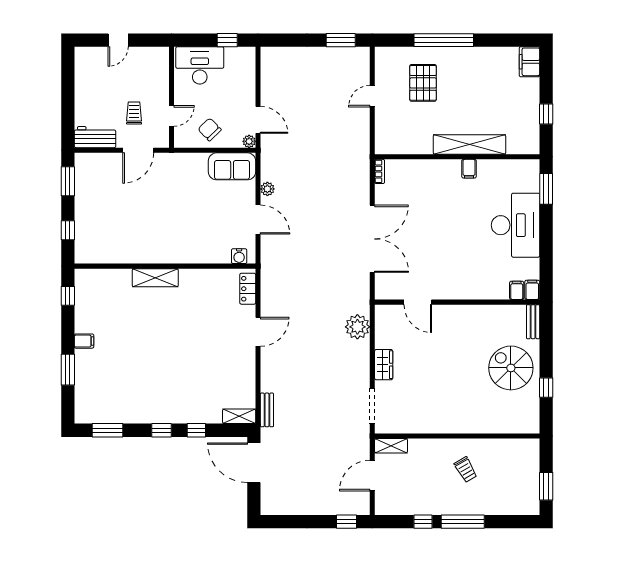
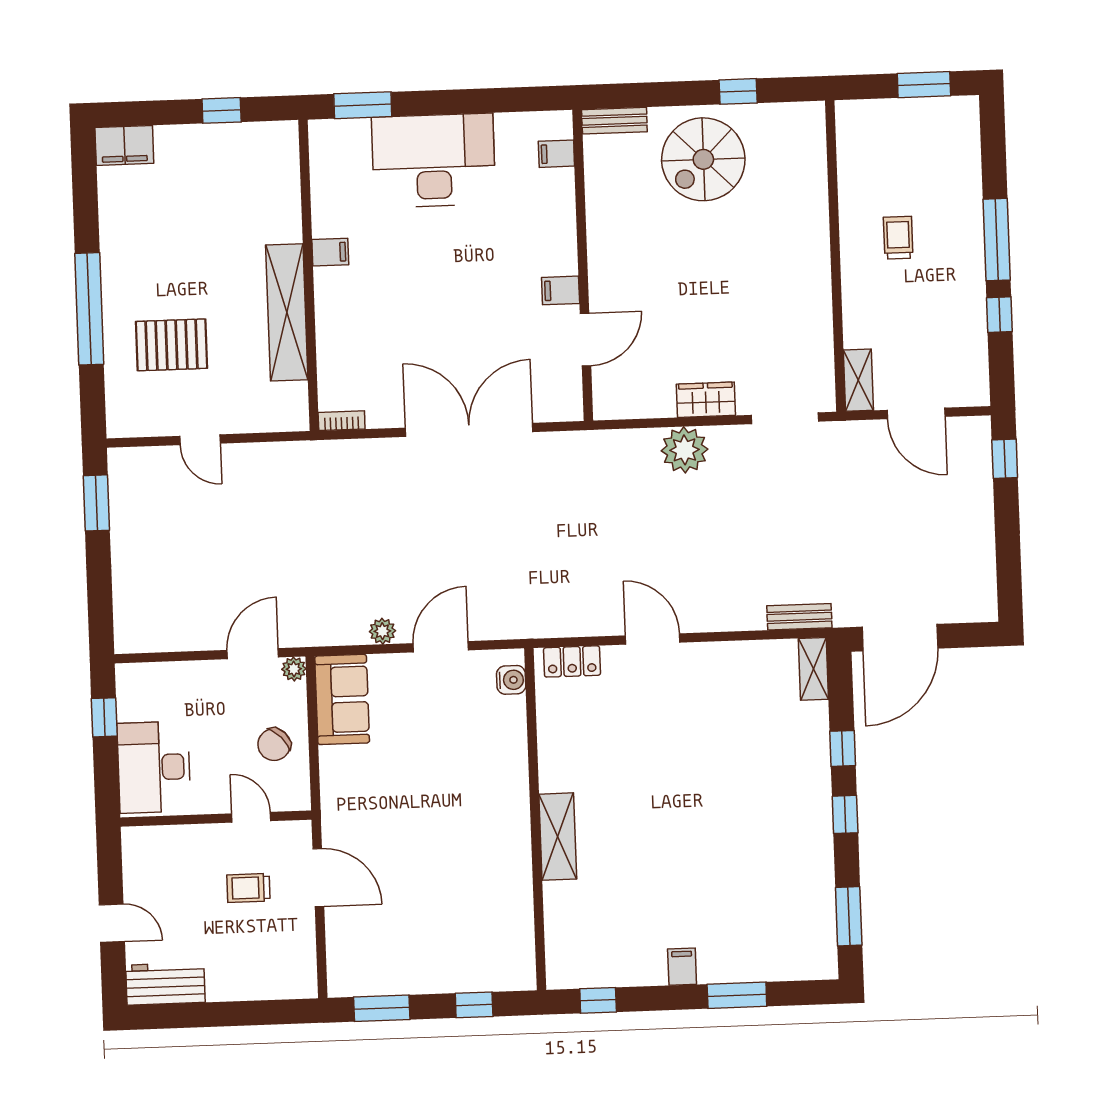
workbench: (95, 137) -> (165, 984), moved, turned 90
shelving: (469, 144) -> (287, 312), moved
filing cabinet: (532, 290) -> (561, 290), moved
plant: (357, 327) -> (685, 450), moved
trolley: (466, 470) -> (898, 238), turned -60

